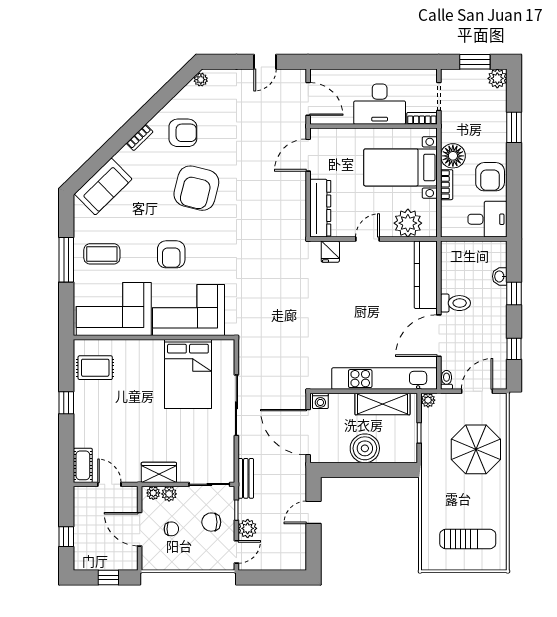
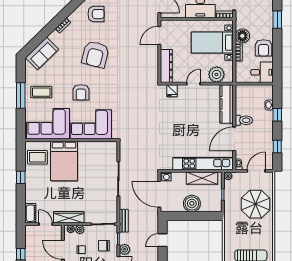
armchair: (183, 133) -> (96, 14), moved
bed: (188, 374) -> (64, 161), moved
wardrobe: (159, 472) -> (69, 217), width x1.50

